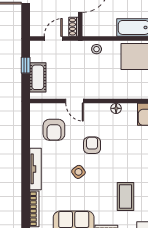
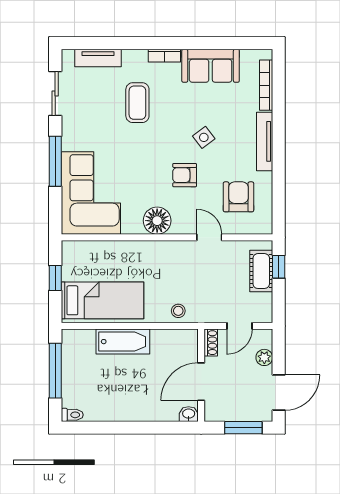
plant: (36, 16) -> (264, 357), added
window: (26, 65) -> (279, 267), moved
floor lamp: (116, 108) -> (157, 221), width x1.89, depth x1.89
armchair: (92, 145) -> (185, 175), turned 90

